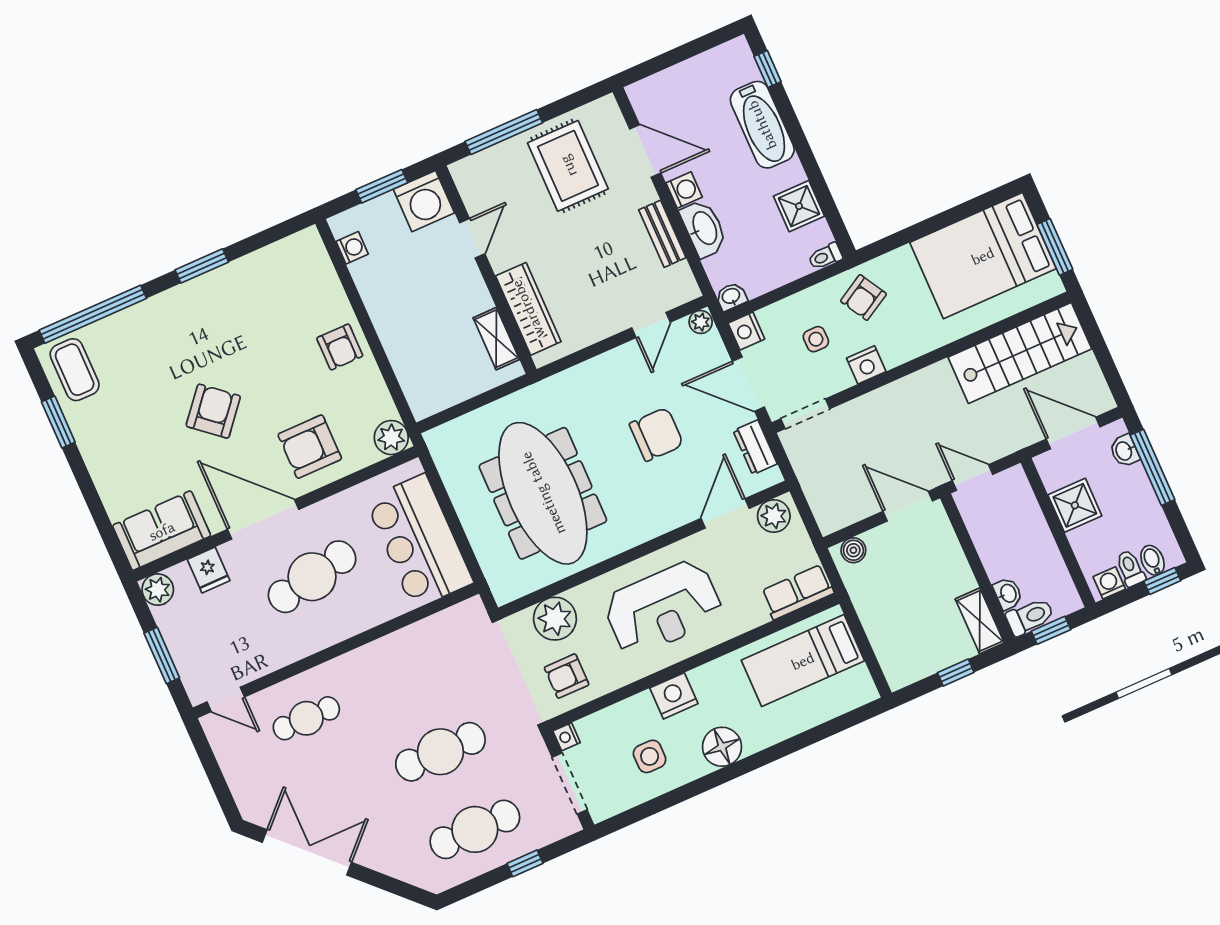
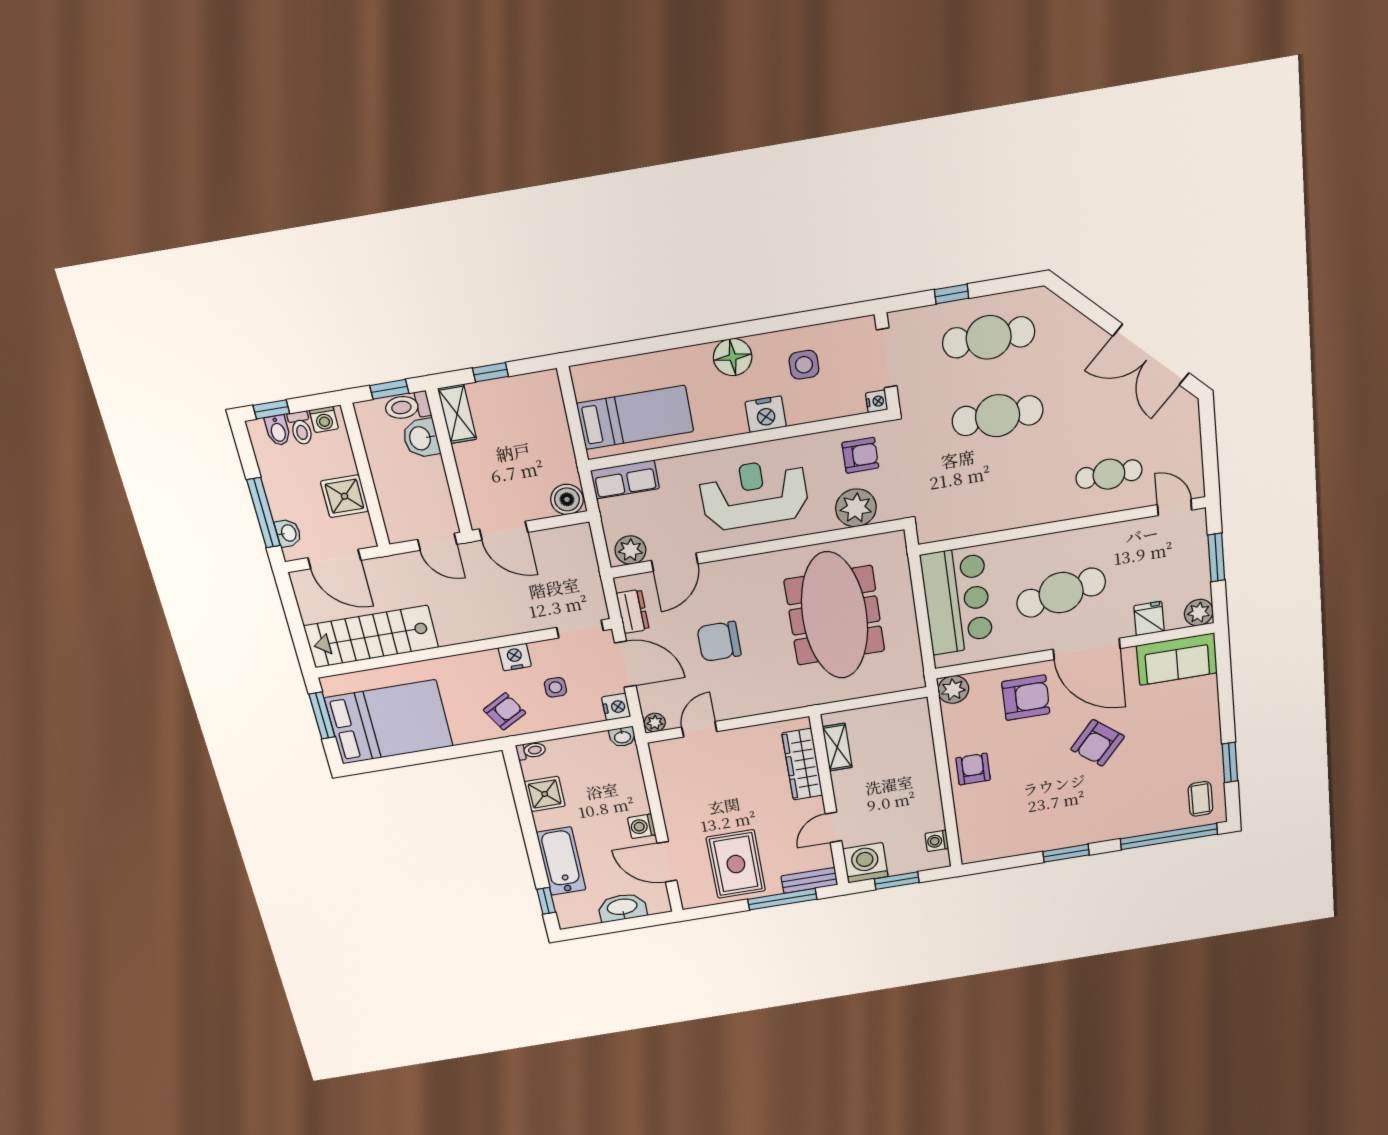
washbasin: (704, 228) -> (622, 907), moved, turned 90
bench: (662, 234) -> (809, 880), moved, turned 90
coffee table: (75, 370) -> (1200, 799), width x0.73, depth x0.77
boiler: (853, 550) -> (567, 499), width x1.36, depth x1.36
washbasin: (1008, 594) -> (421, 438), width x1.38, depth x1.45

